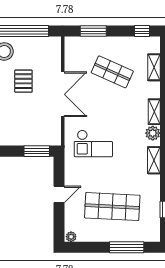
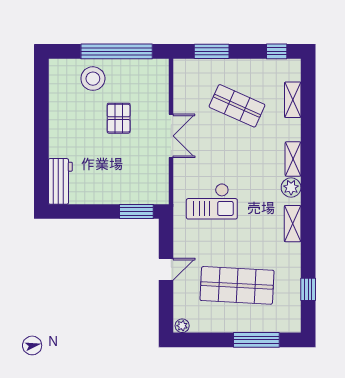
double door: (63, 94) -> (171, 136), width x0.73

